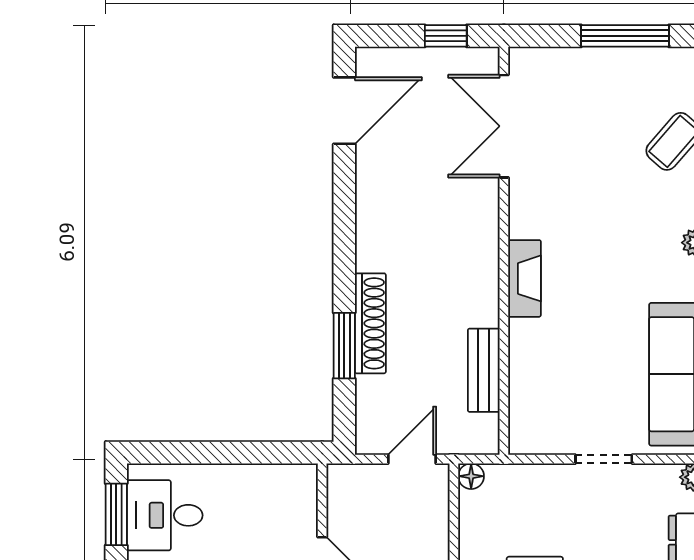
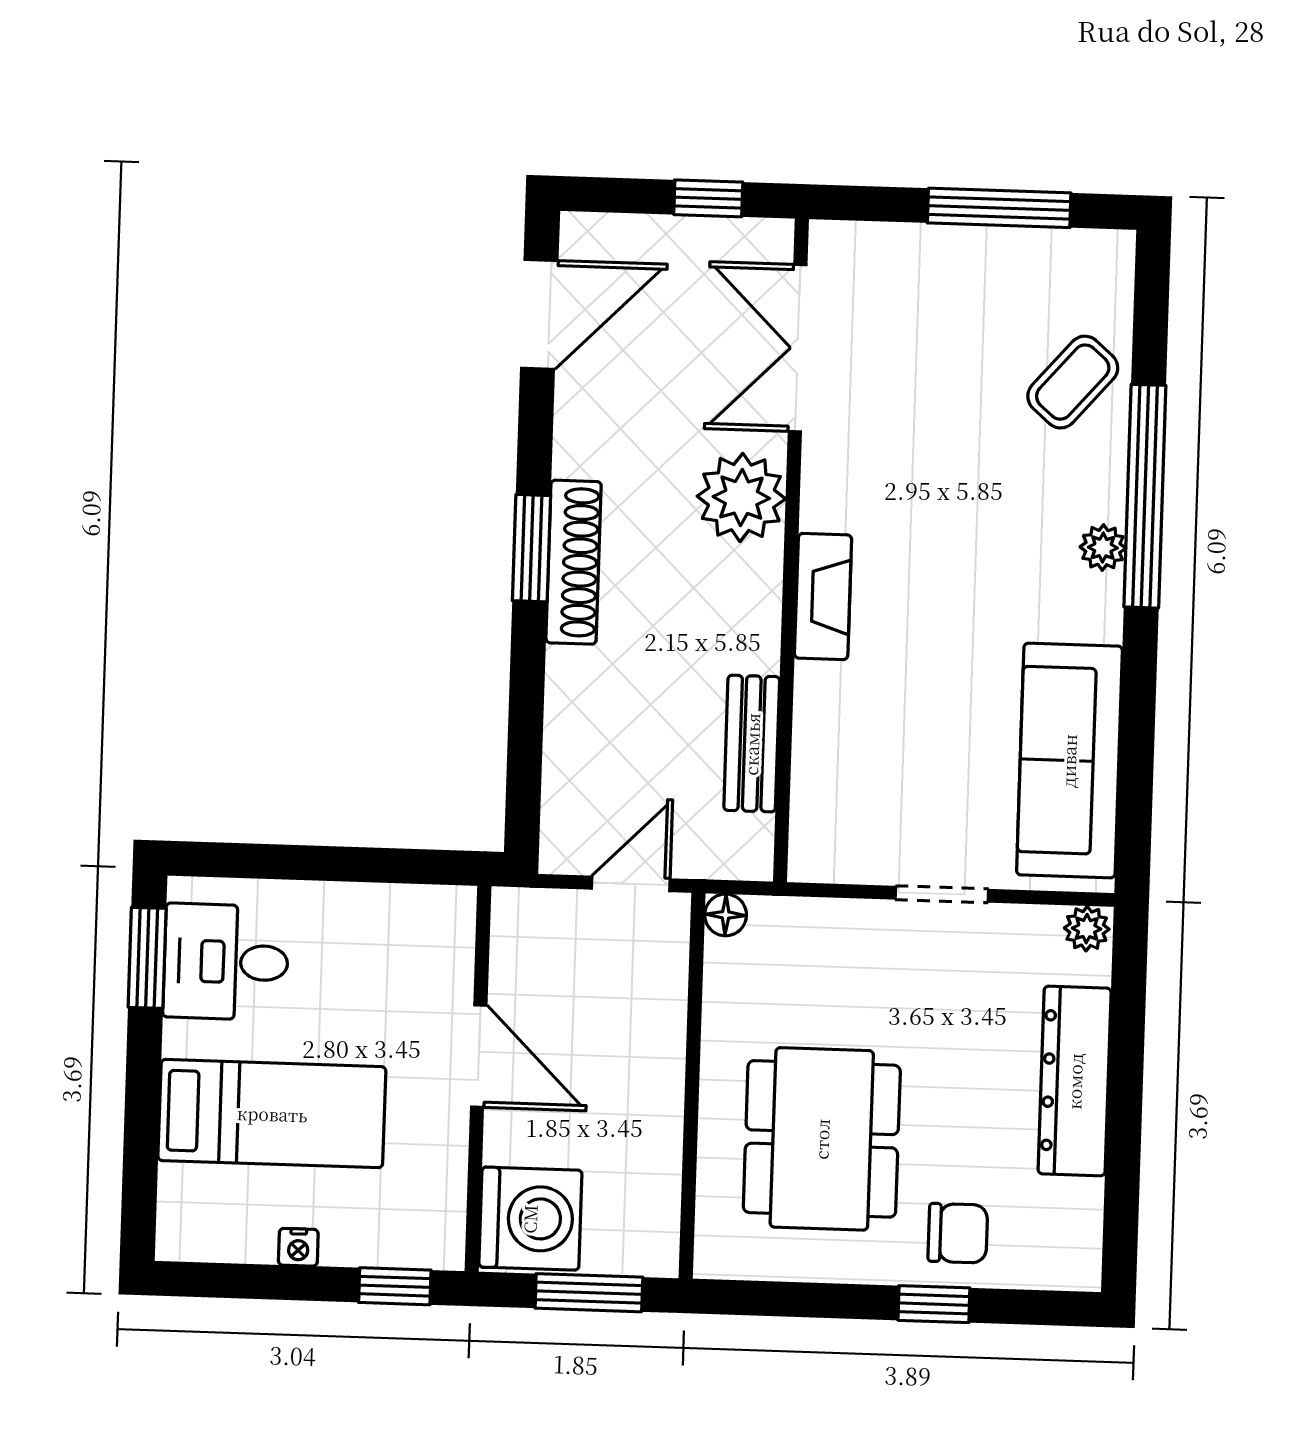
plant: (472, 219) -> (741, 497), added
shoe rack: (370, 323) -> (574, 562), moved
window: (344, 346) -> (531, 548), moved

